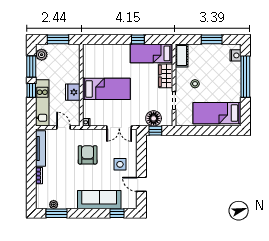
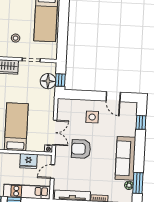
fridge: (73, 92) -> (29, 161), moved
double door: (119, 127) -> (54, 133), moved
door: (141, 184) -> (113, 97), hinge flipped
sofa: (99, 200) -> (125, 158), moved

